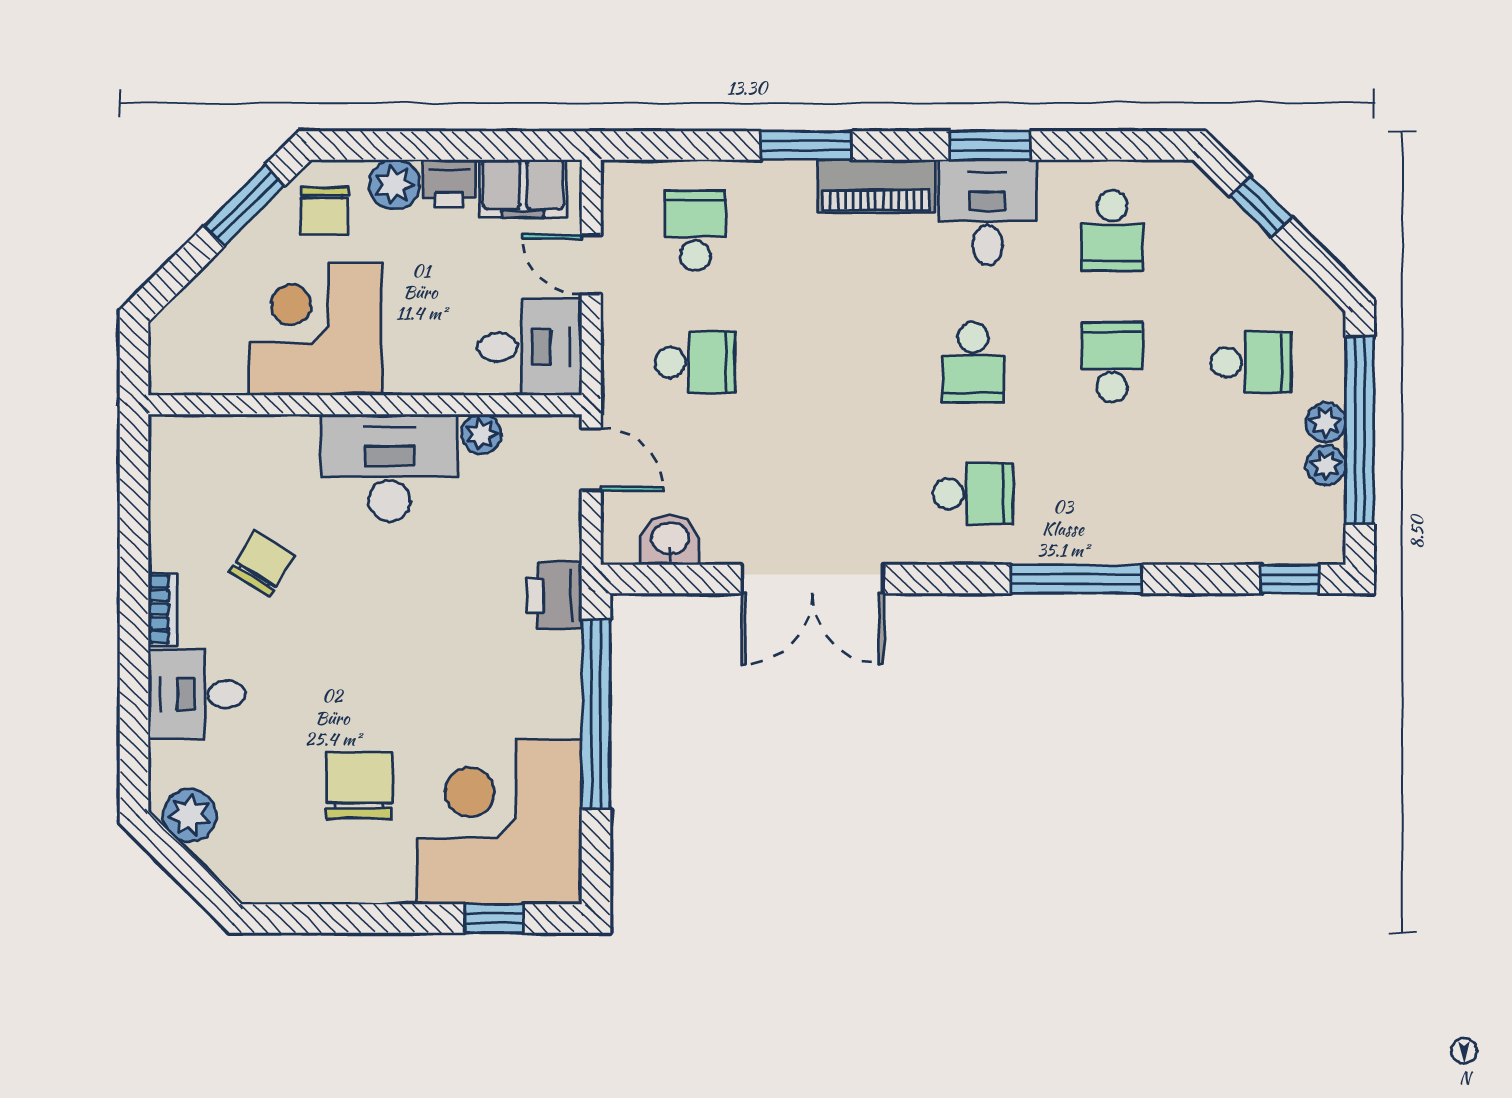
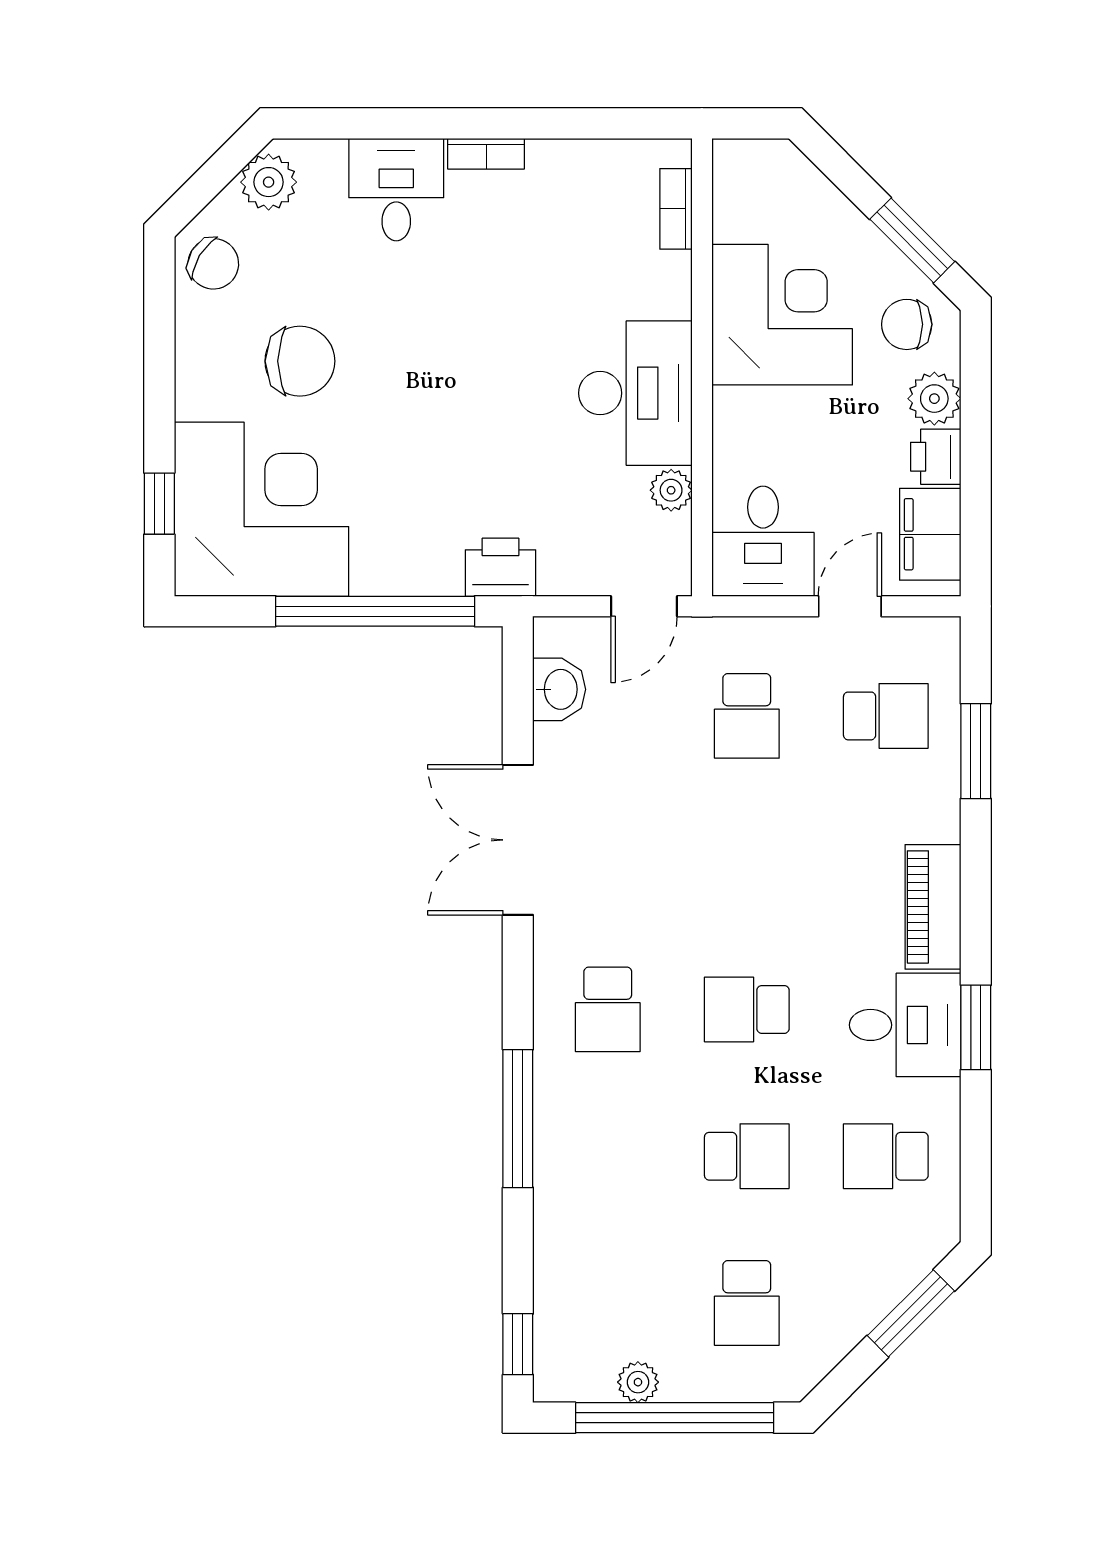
window: (806, 145) -> (976, 751), moved
window: (1261, 207) -> (911, 1313), width x1.50
plant: (1326, 422) -> (683, 1382), removed
bookcase: (215, 429) -> (676, 209), added
chair: (262, 564) -> (213, 264), moved

